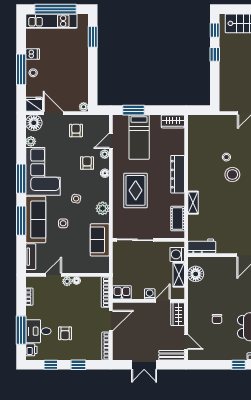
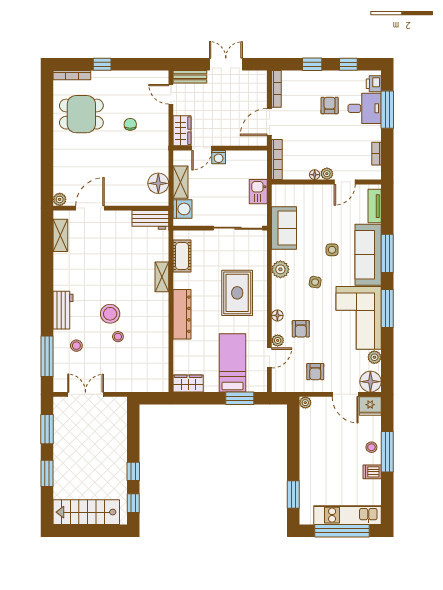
kitchen sink: (122, 292) -> (258, 192), moved, turned 90

